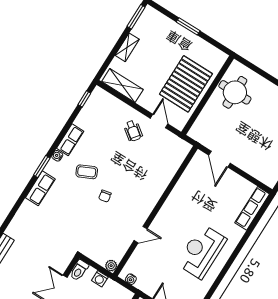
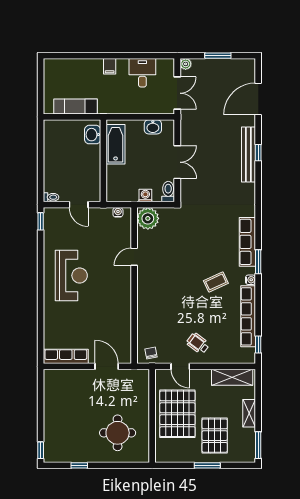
pallet: (167, 47) -> (215, 436), added
round table: (235, 92) -> (118, 433), moved
row of seats: (70, 140) -> (248, 316), width x2.02
row of seats: (40, 188) -> (247, 242), width x1.48
chair: (105, 196) -> (151, 353), moved
row of seats: (252, 208) -> (66, 356), moved, turned -90
plant: (111, 266) -> (148, 218), width x1.87, depth x1.87

